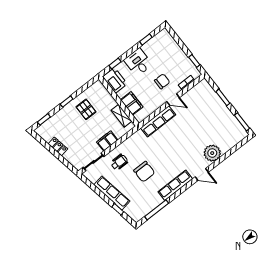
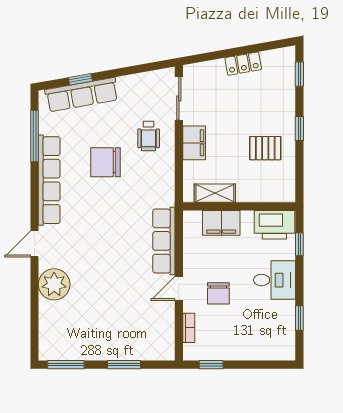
row of seats: (175, 185) -> (49, 180), width x1.36
row of seats: (112, 193) -> (82, 95), moved

